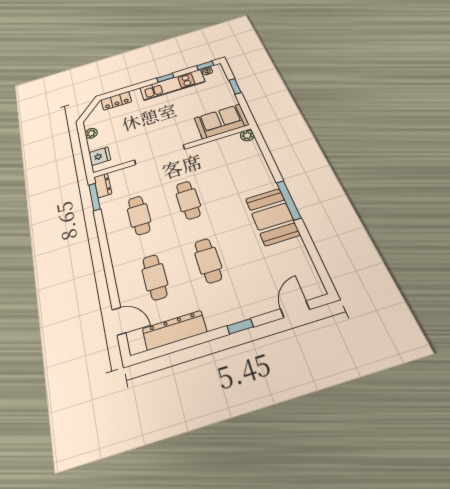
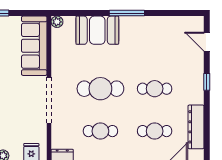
sofa: (221, 121) -> (34, 46), width x1.36
cafe table: (188, 200) -> (100, 89), width x1.37, depth x1.35
booth: (272, 217) -> (97, 30), moved

